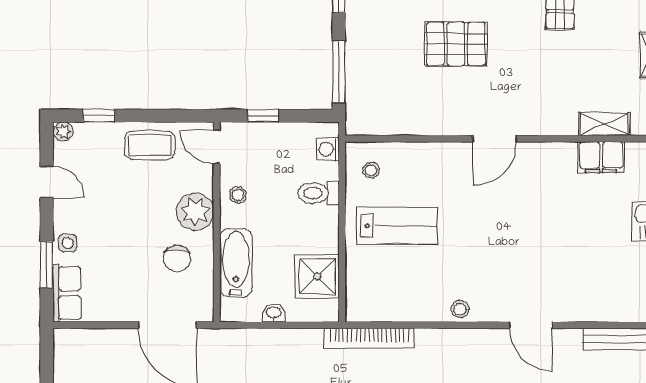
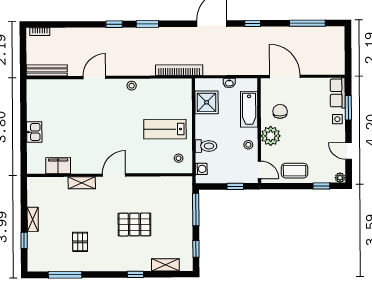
shelving: (604, 124) -> (82, 183), moved
door: (531, 325) -> (94, 77), hinge flipped

